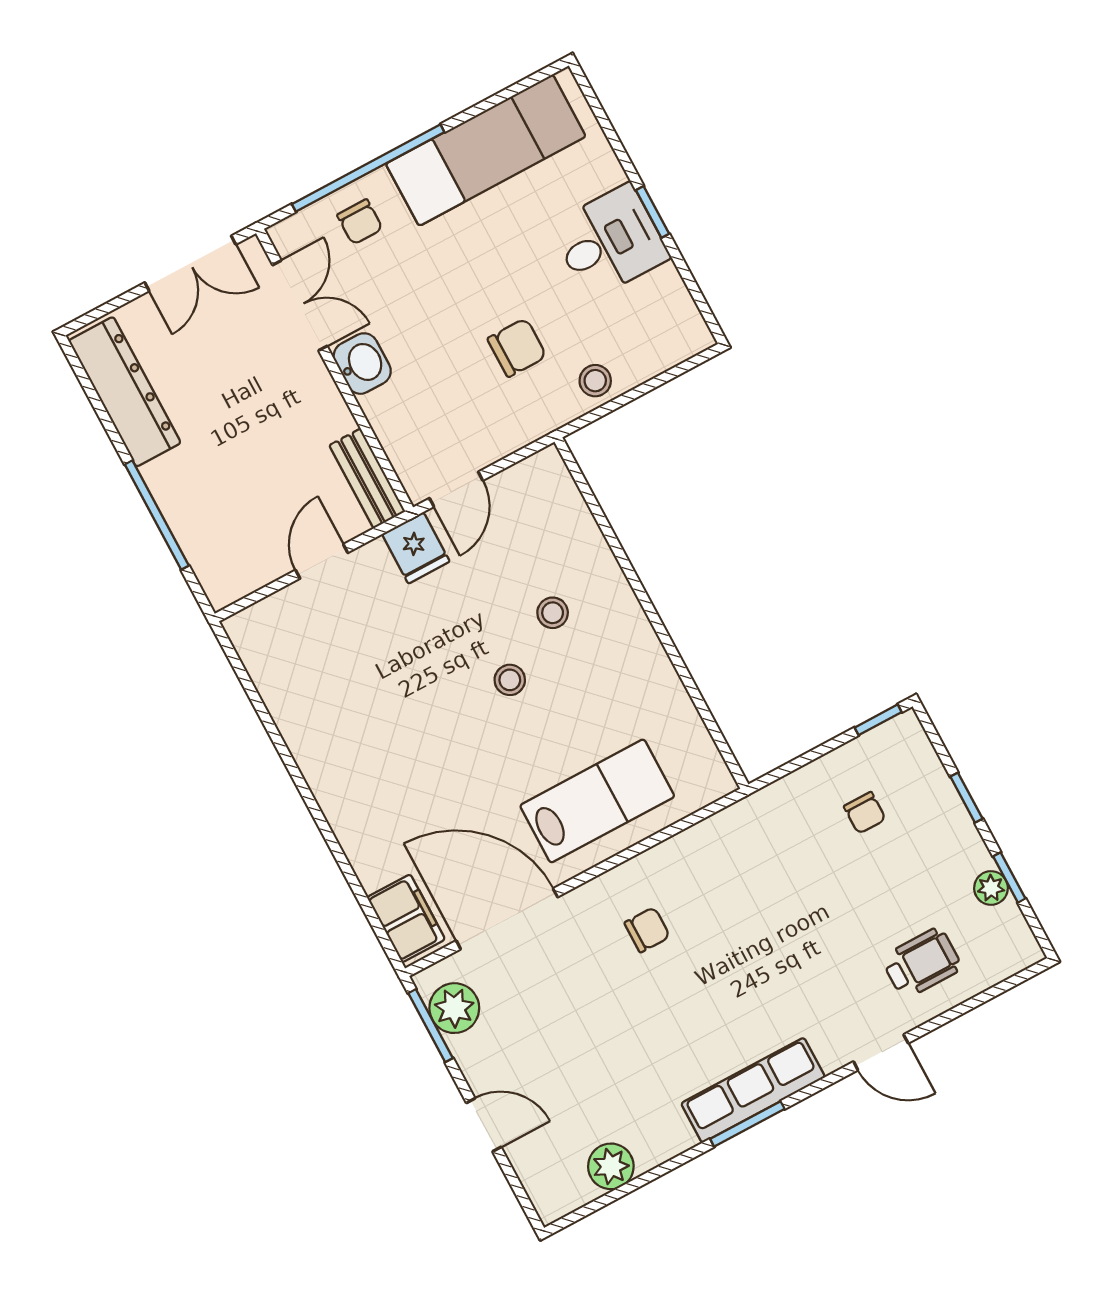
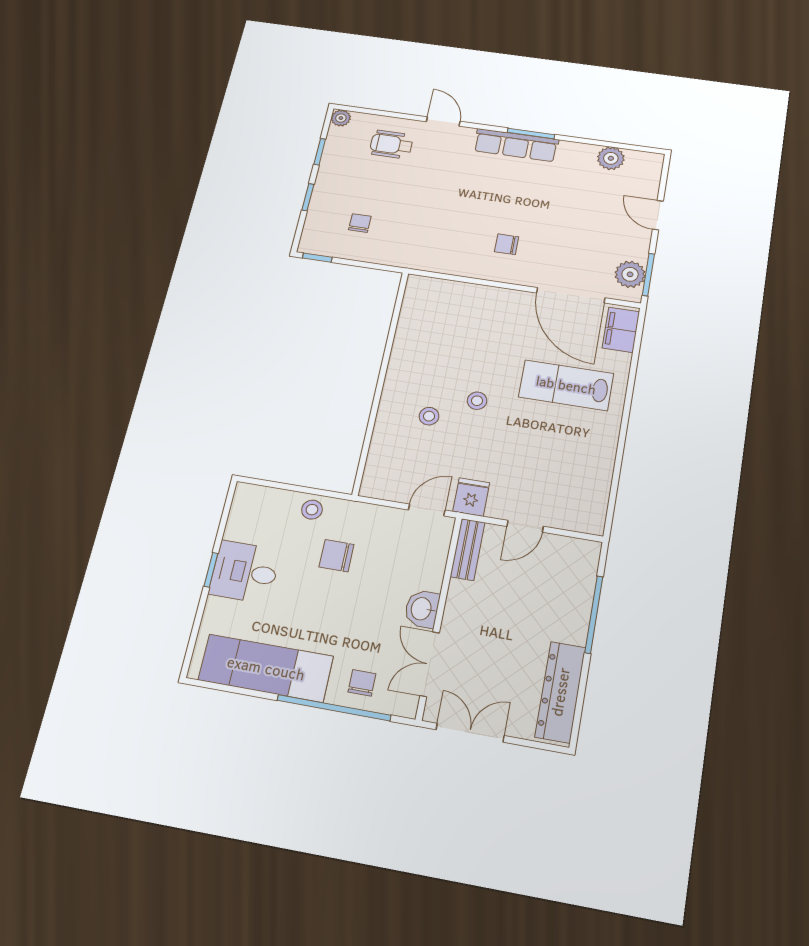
lab bench: (597, 801) -> (566, 385), moved
plant: (991, 888) -> (341, 118), moved

